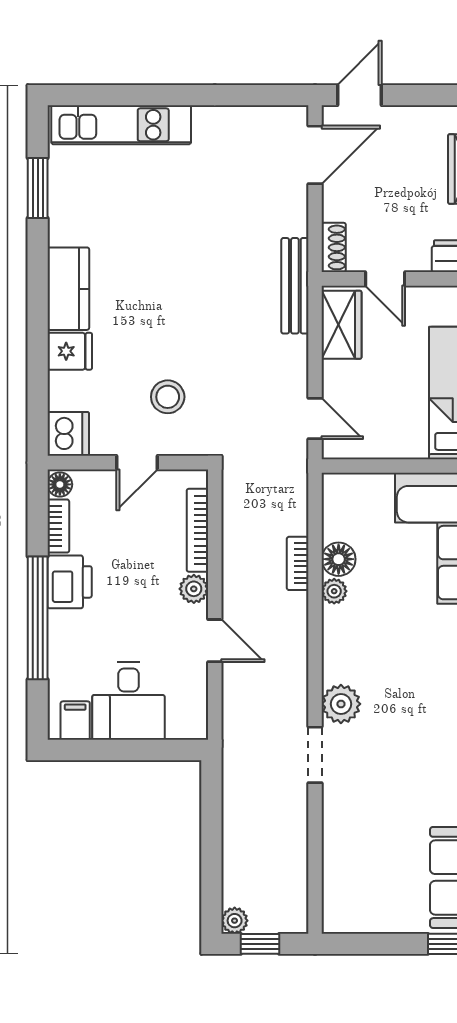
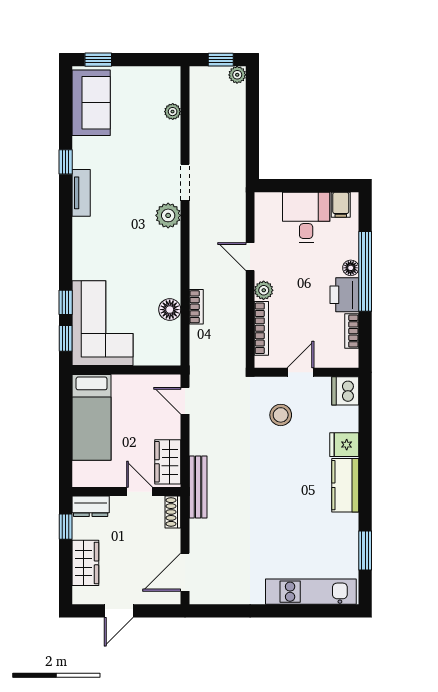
door: (359, 95) -> (119, 611), moved
floor lamp: (60, 484) -> (351, 268), moved
plant: (334, 591) -> (173, 112), moved

